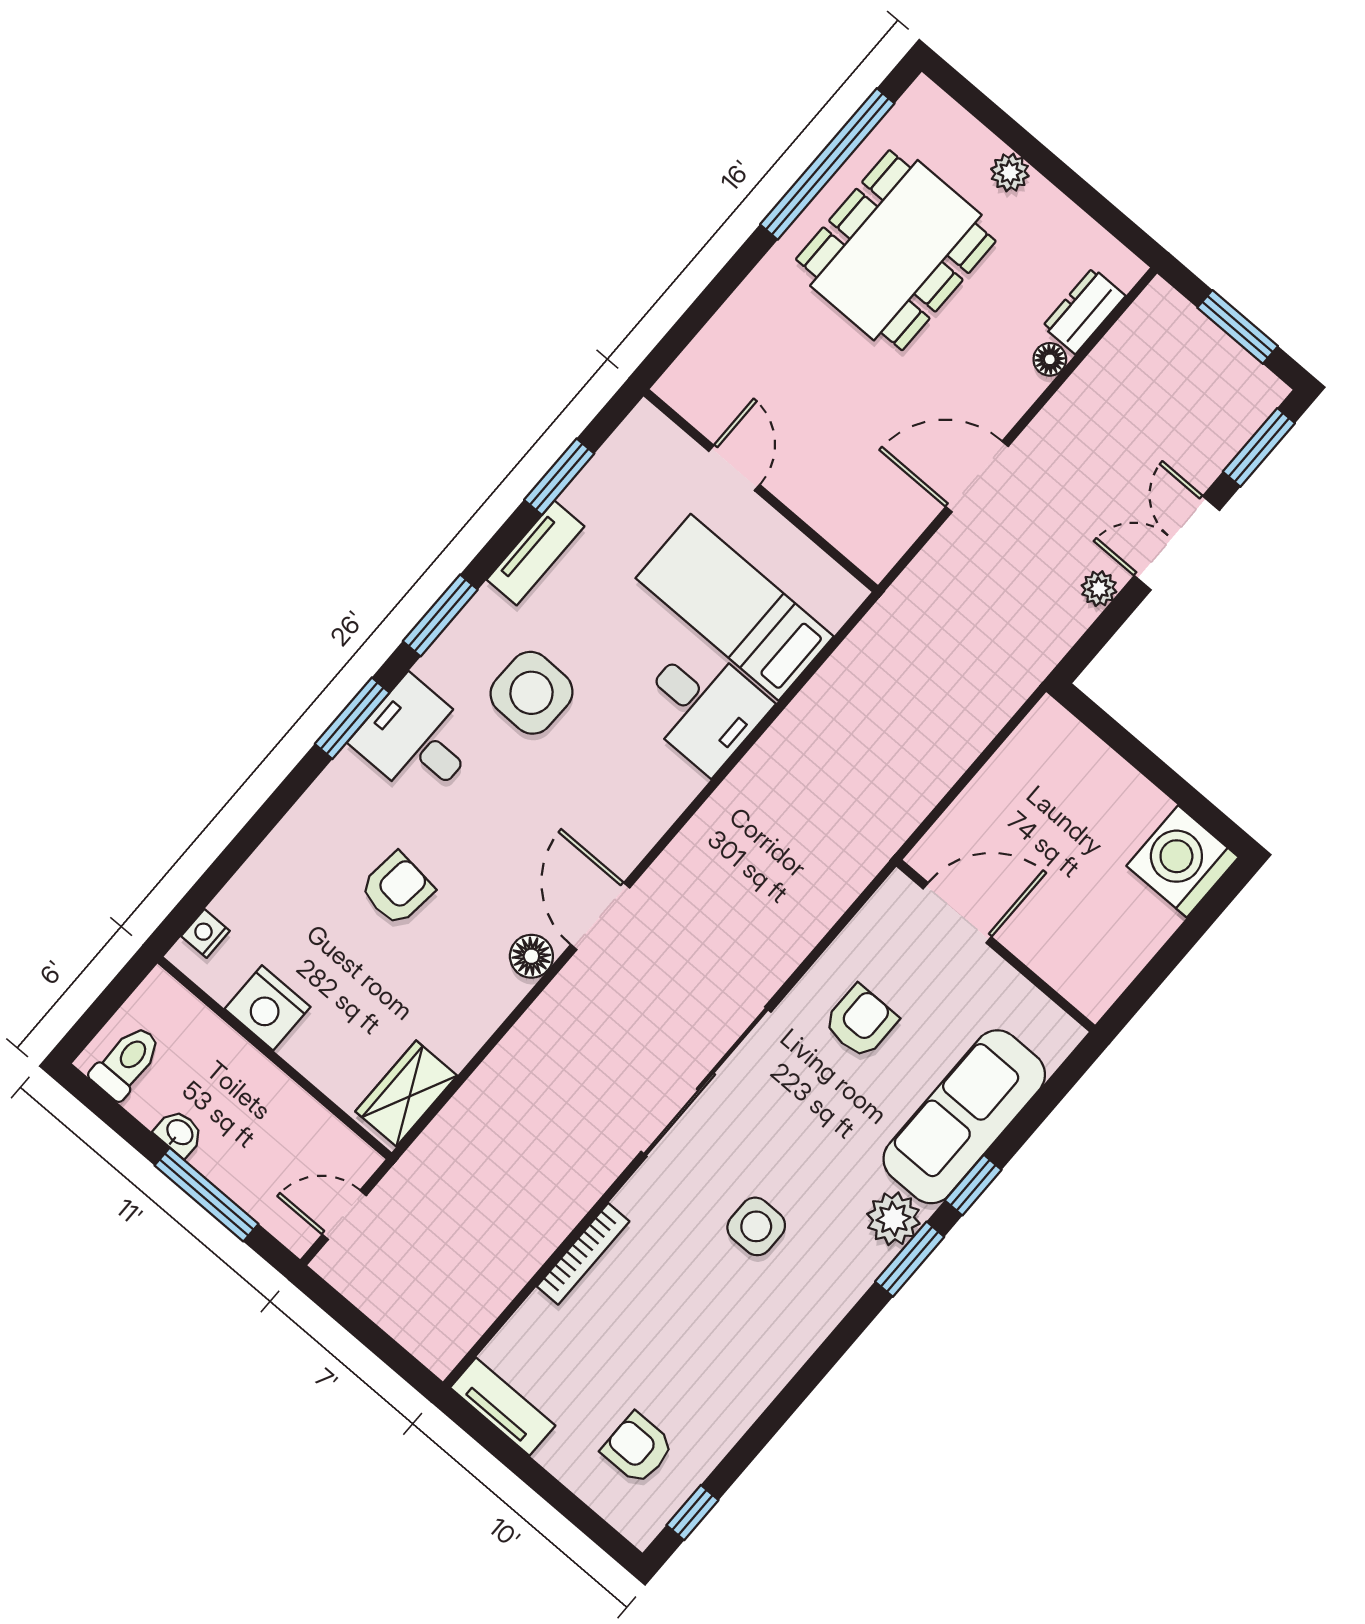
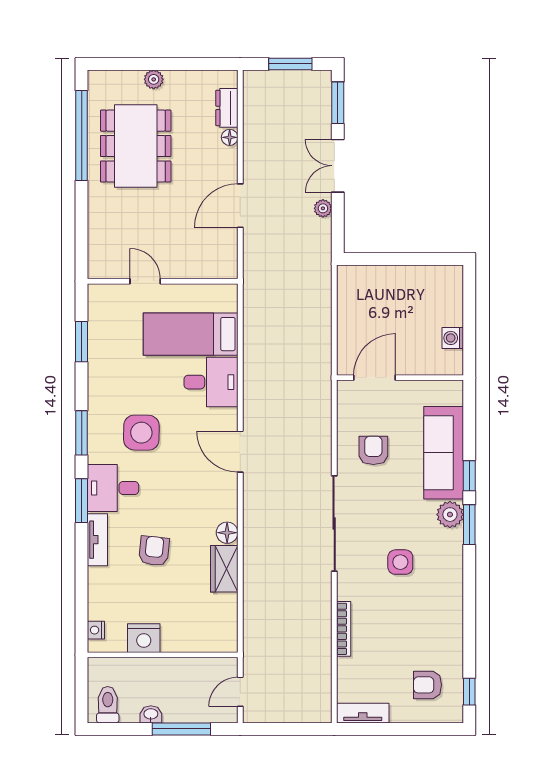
tv unit: (536, 553) -> (97, 540), moved
washing machine: (1183, 861) -> (453, 338), moved, width x0.53, depth x0.53
door: (600, 916) -> (240, 452), moved
wardrobe: (406, 1094) -> (224, 569), moved

